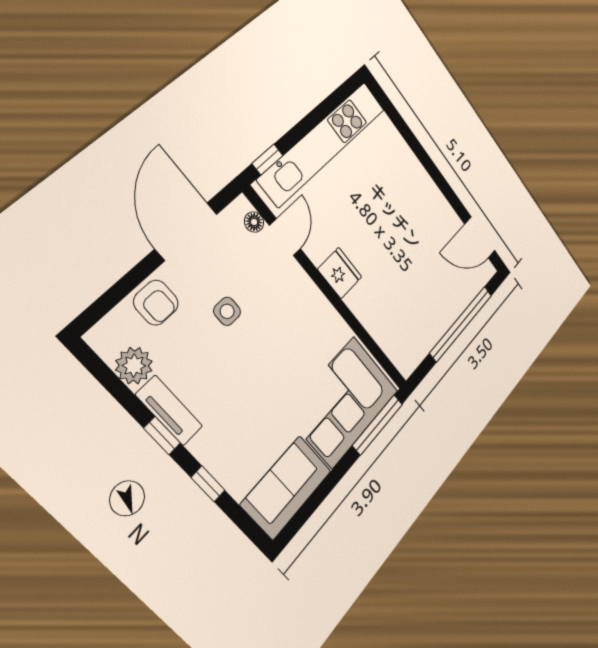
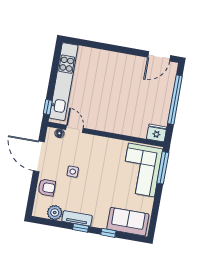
fridge: (340, 273) -> (157, 133), moved
sofa: (286, 488) -> (128, 222), moved, turned 90

